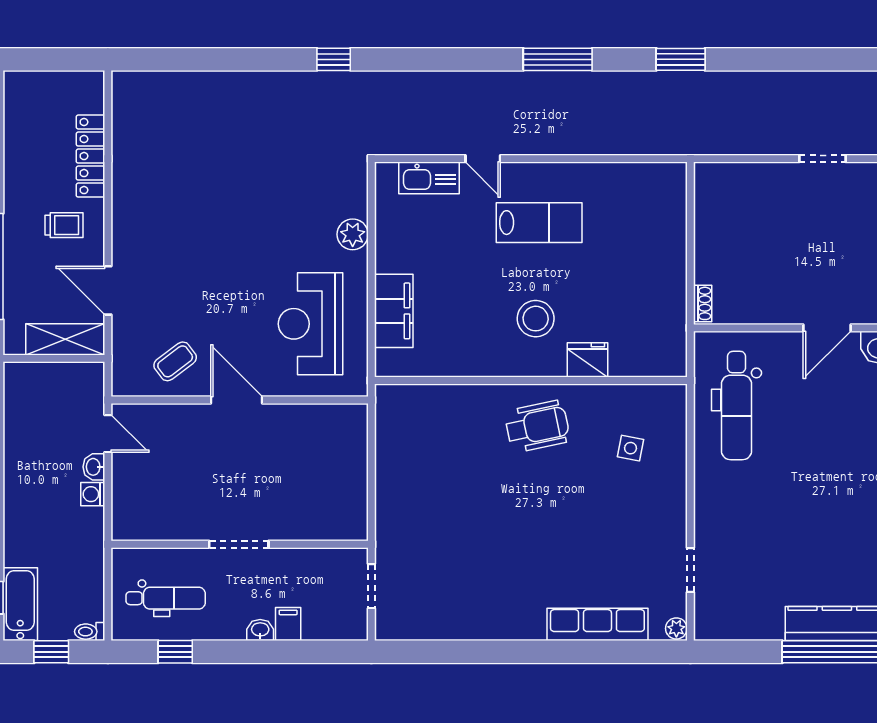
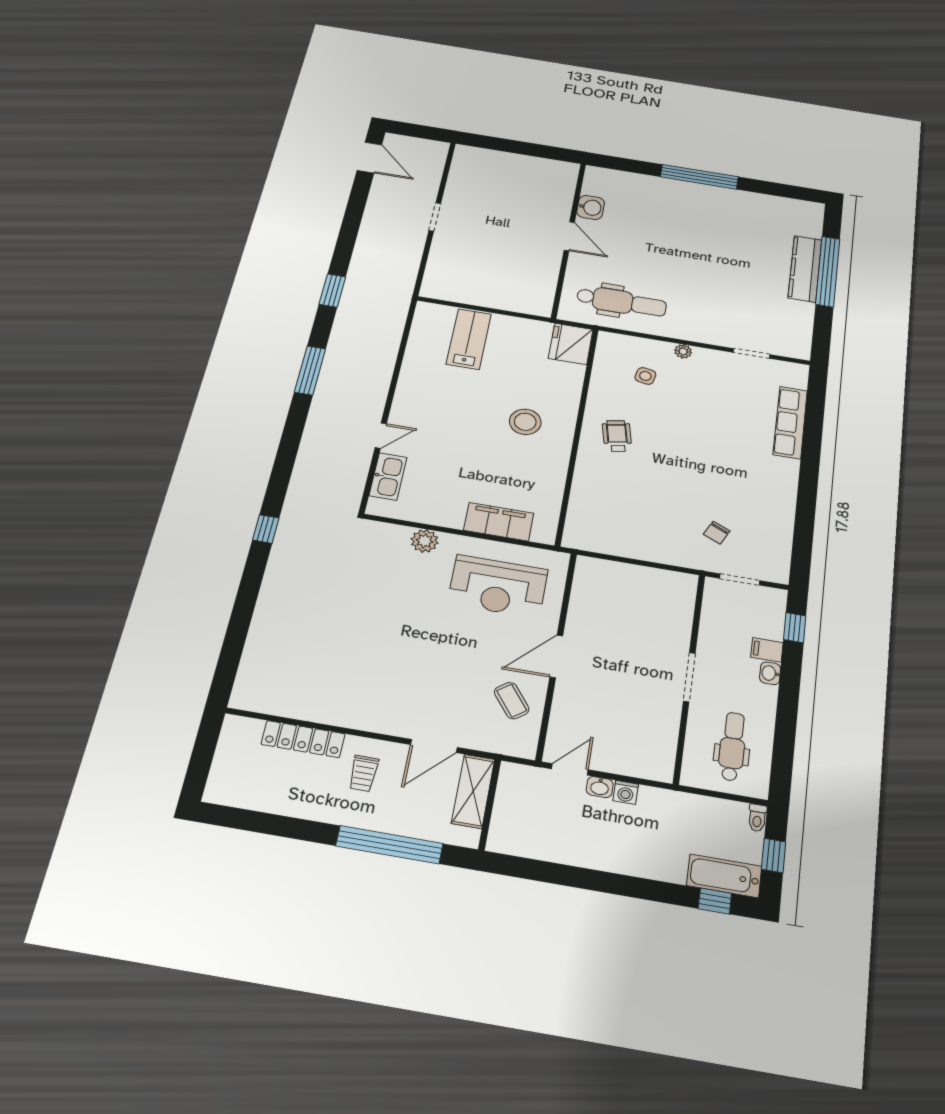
lab bench: (539, 223) -> (469, 339), moved
trolley: (64, 225) -> (364, 773), turned 180
shoe rack: (703, 303) -> (535, 310), removed
fridge: (587, 360) -> (571, 344), moved, width x1.36, depth x1.34
wheelchair: (537, 426) -> (617, 436), width x0.73, depth x0.73
chair: (428, 555) -> (717, 533), added
plant: (676, 628) -> (683, 351), moved
window: (175, 652) -> (795, 628), moved

